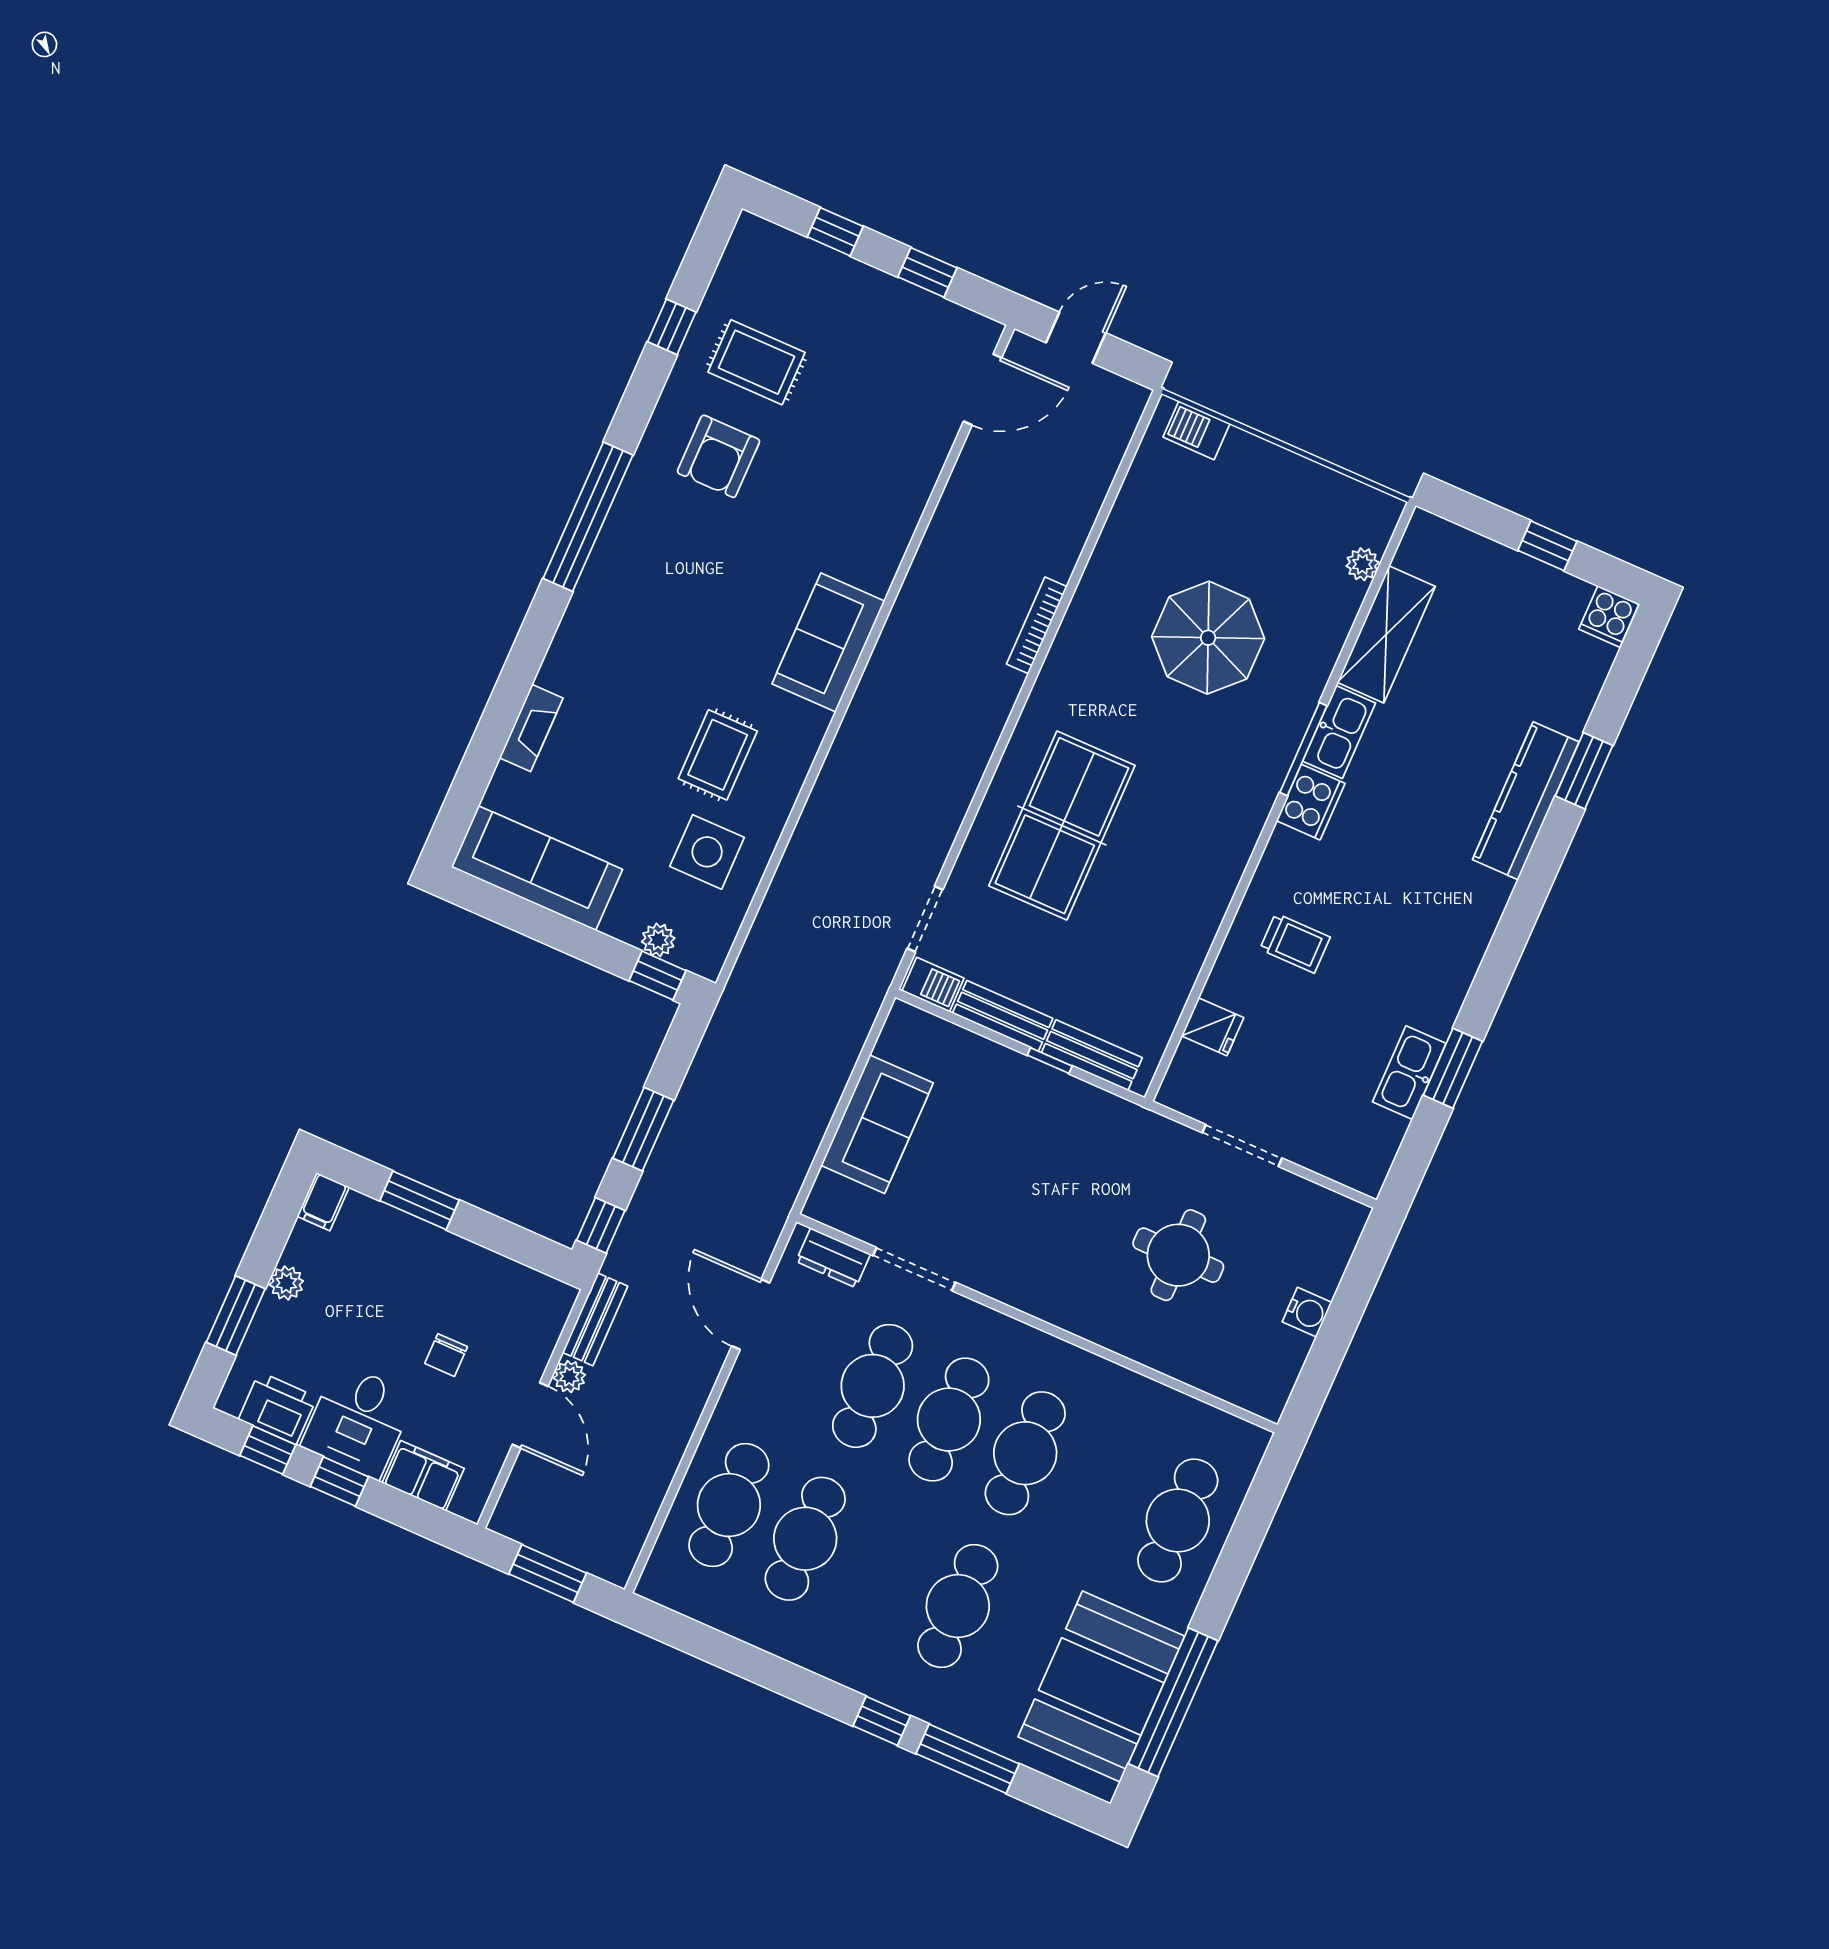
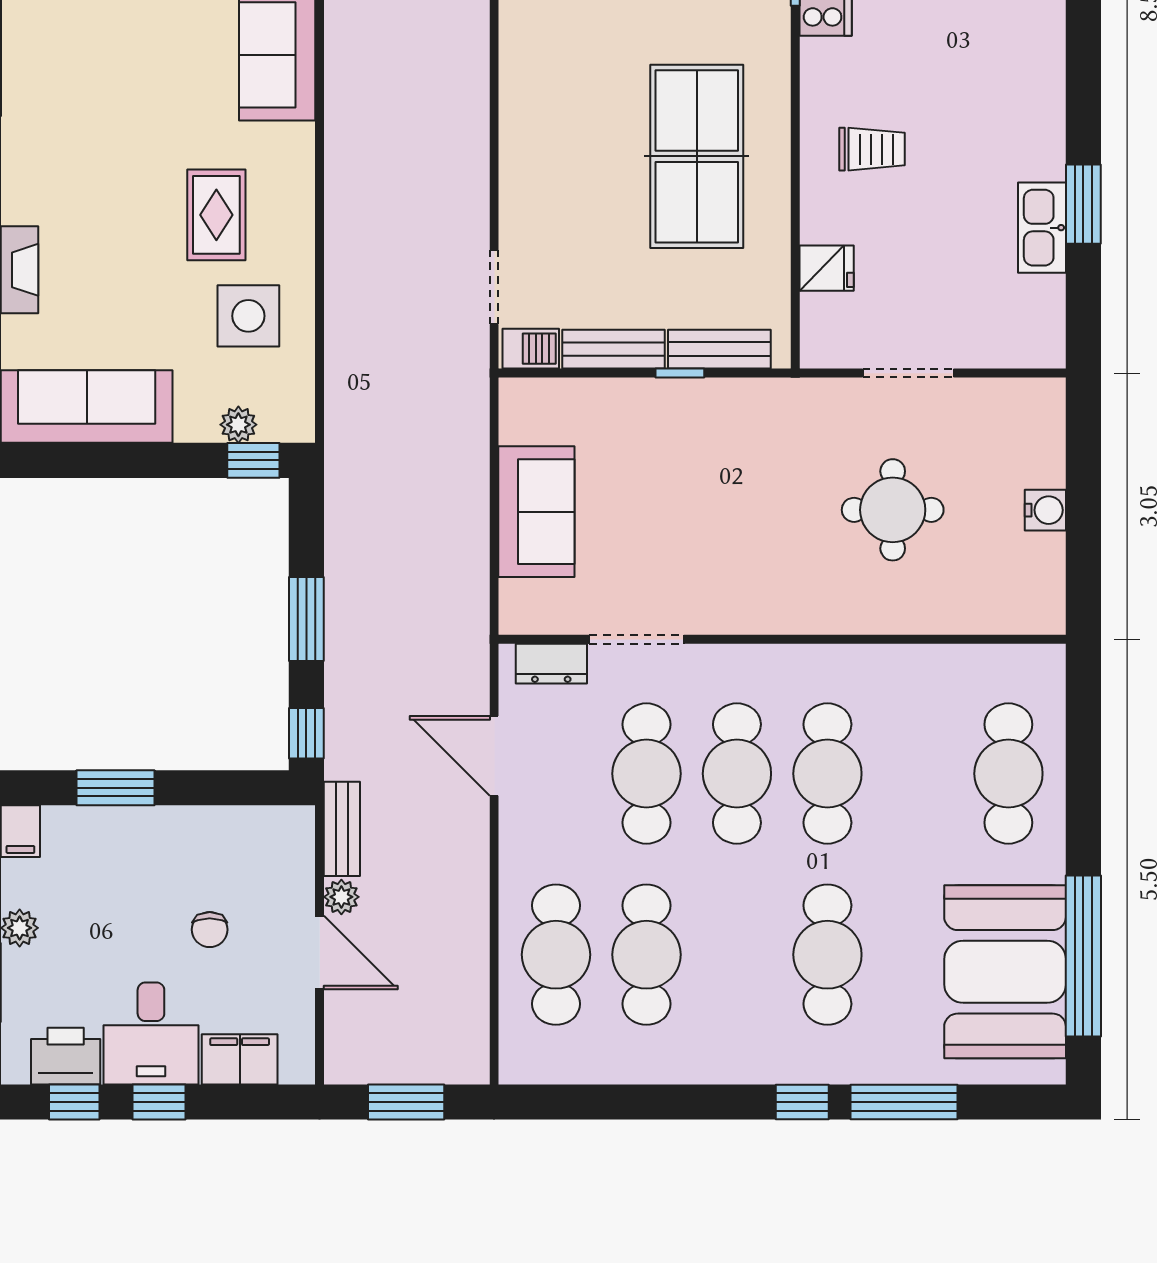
table tennis table: (1062, 826) -> (697, 156), moved

